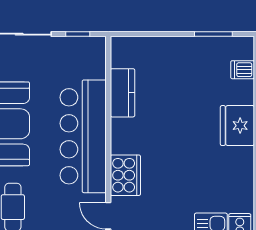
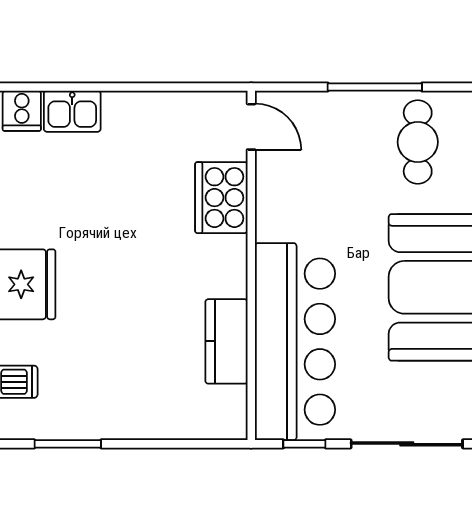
bar counter: (83, 136) -> (295, 342), moved

